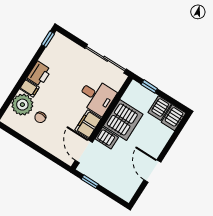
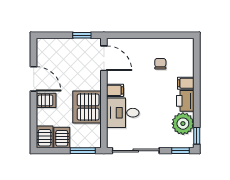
window: (69, 35) -> (180, 151), added
window: (149, 86) -> (83, 151), width x1.50
plant: (22, 105) -> (183, 124), moved
filing cabinet: (88, 124) -> (115, 90), width x0.50
server rack: (107, 138) -> (46, 100), moved, turned 180

